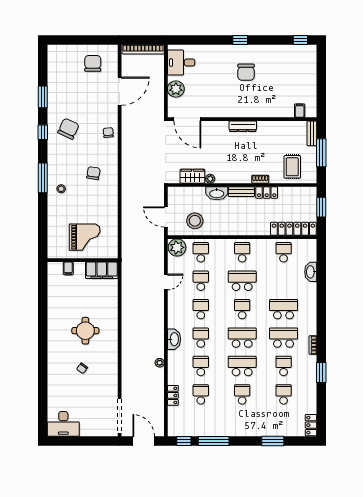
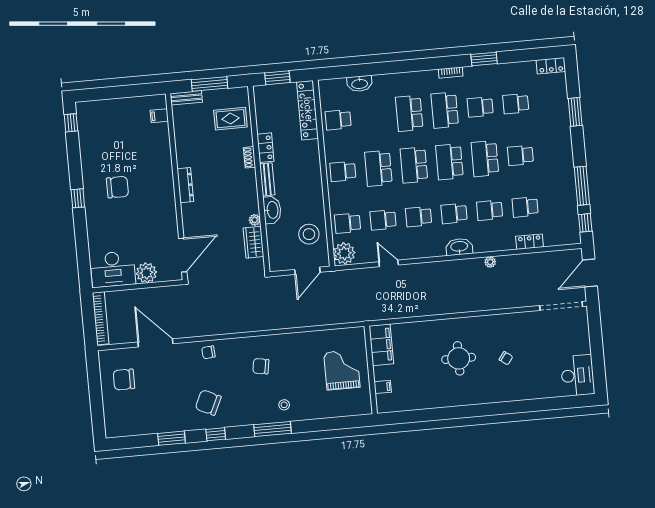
desk: (181, 63) -> (113, 269), width x1.37
school desk: (242, 309) -> (414, 165), width x1.85

